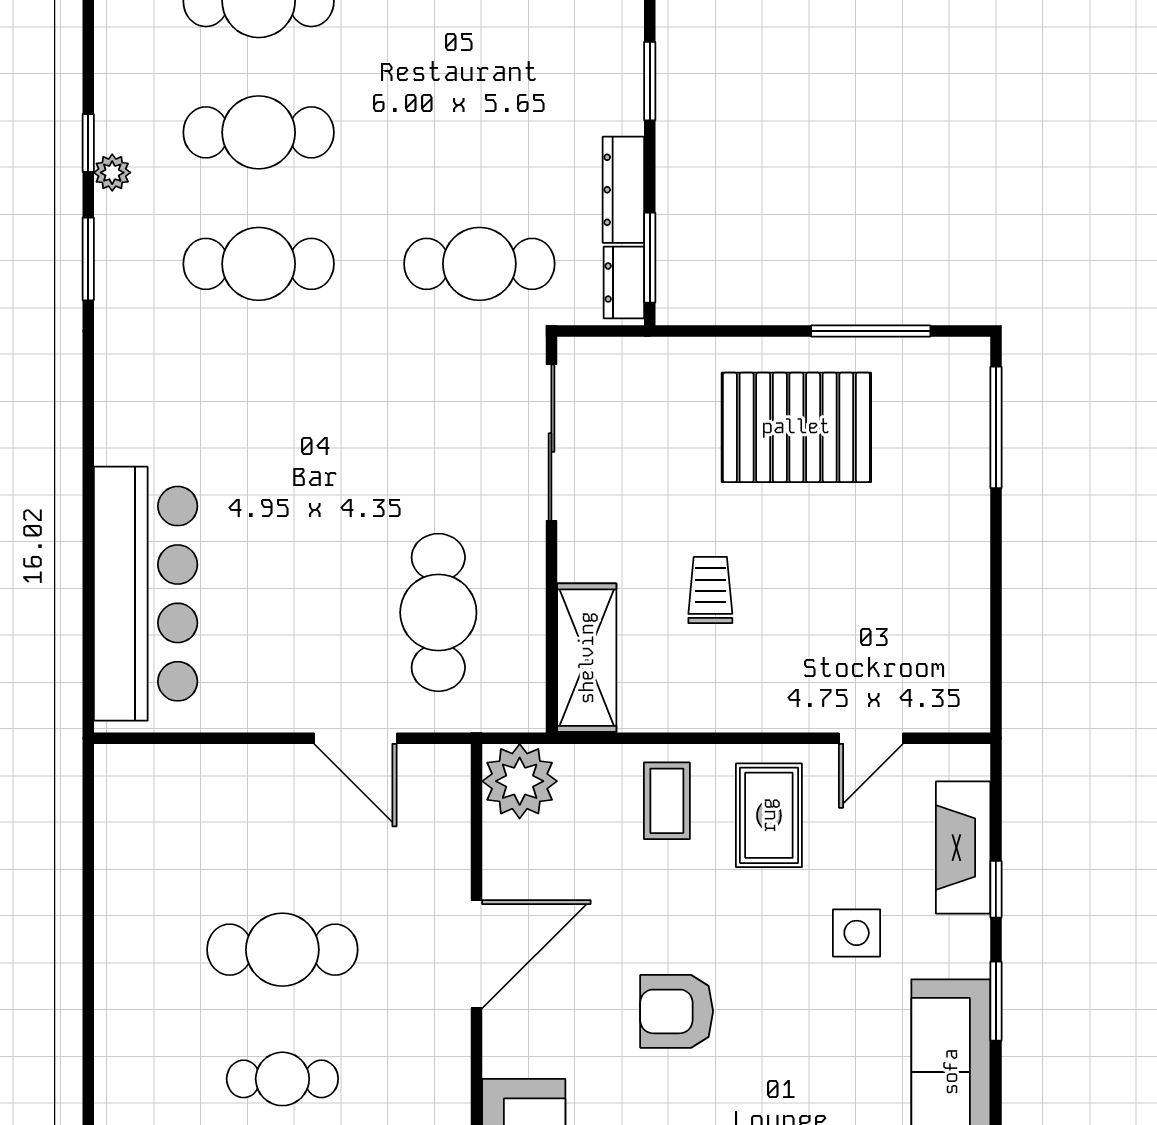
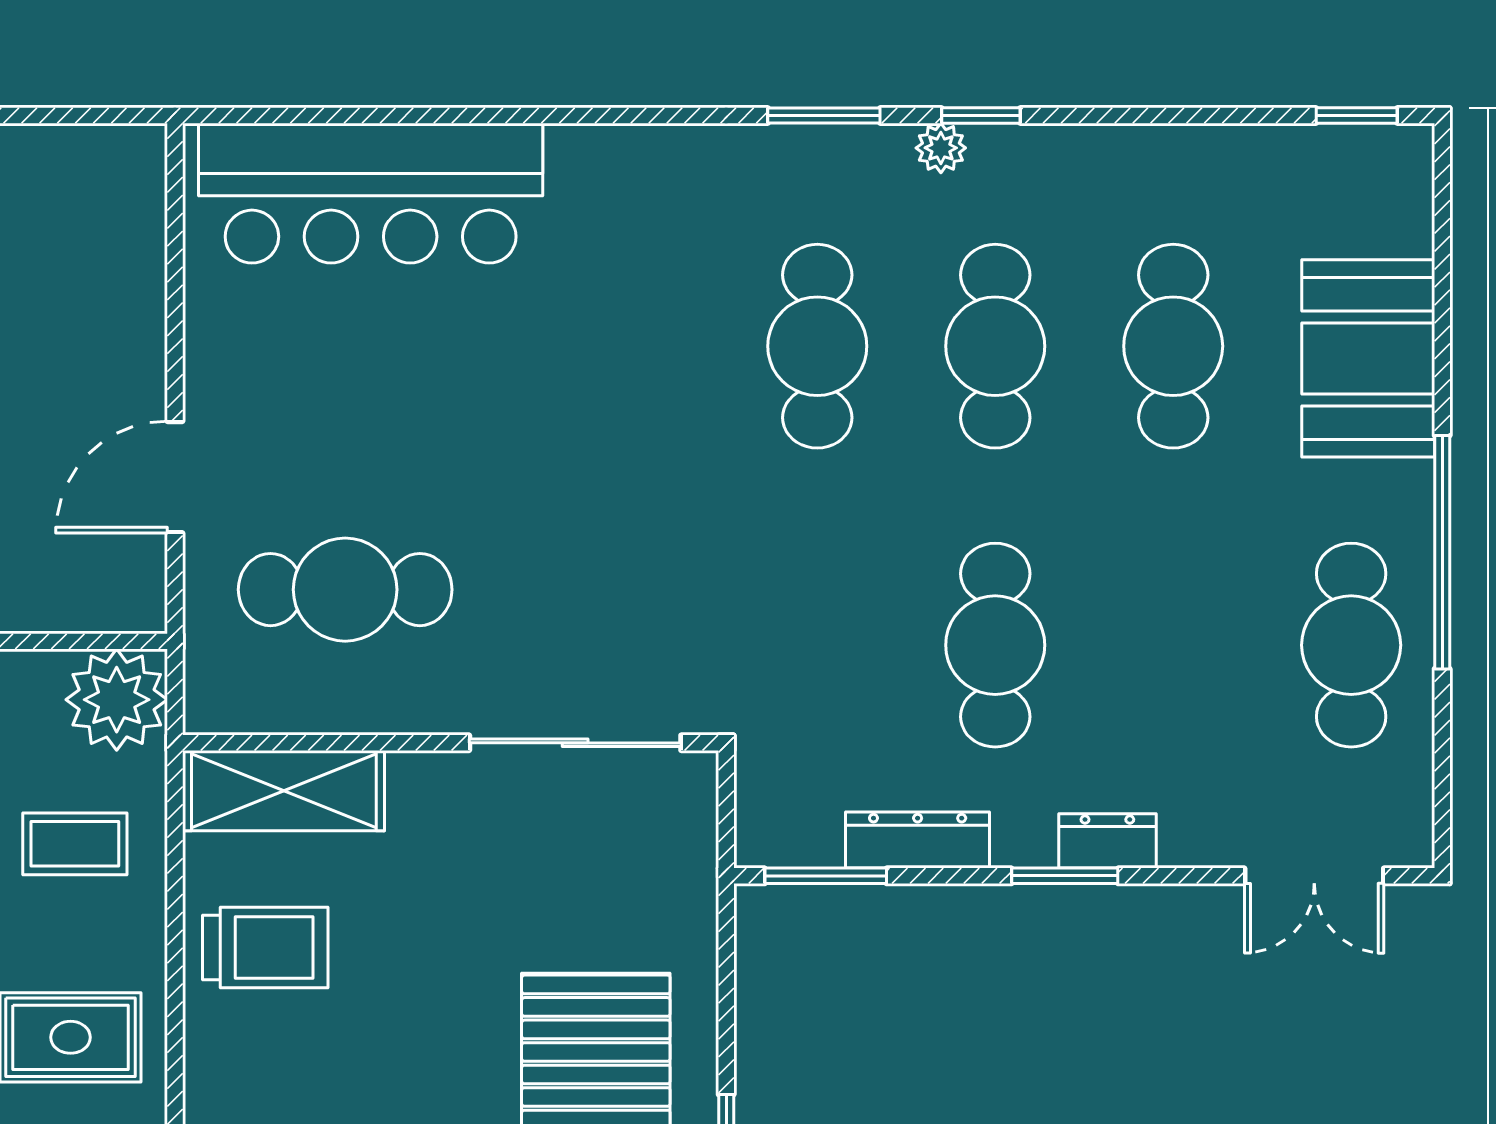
cafe table: (479, 264) -> (995, 645), moved
dresser: (624, 283) -> (1107, 841), moved
trolley: (710, 590) -> (265, 948), moved, width x1.36, depth x1.39
coffee table: (667, 801) -> (75, 844), moved

